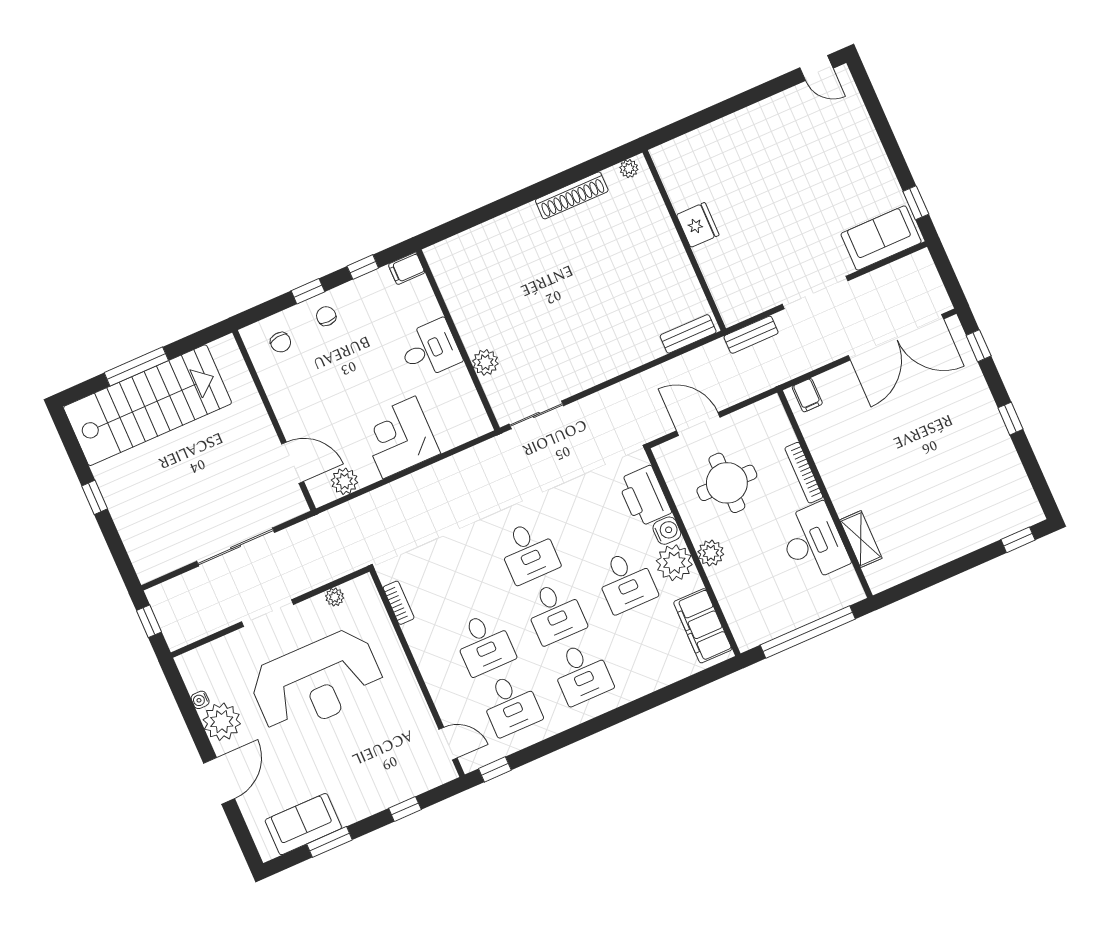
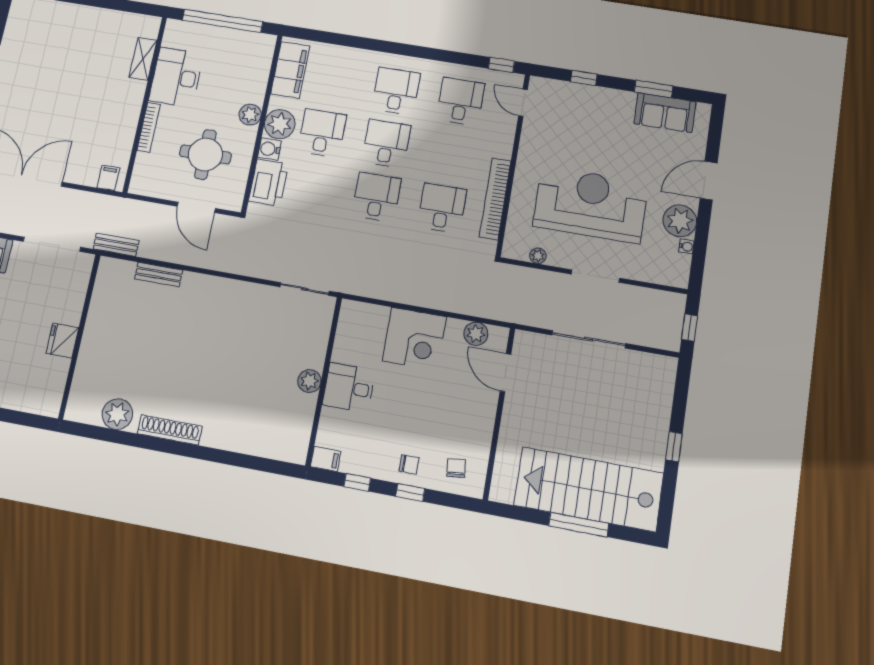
plant: (629, 169) -> (117, 414), width x1.87, depth x1.87
fridge: (698, 225) -> (62, 340), moved
wall: (684, 240) -> (79, 336), moved
chair: (326, 316) -> (409, 464), turned -90
plant: (485, 362) -> (309, 381), moved
bookcase: (399, 603) -> (495, 199), width x2.31, depth x1.31
desk: (484, 644) -> (442, 208), moved

